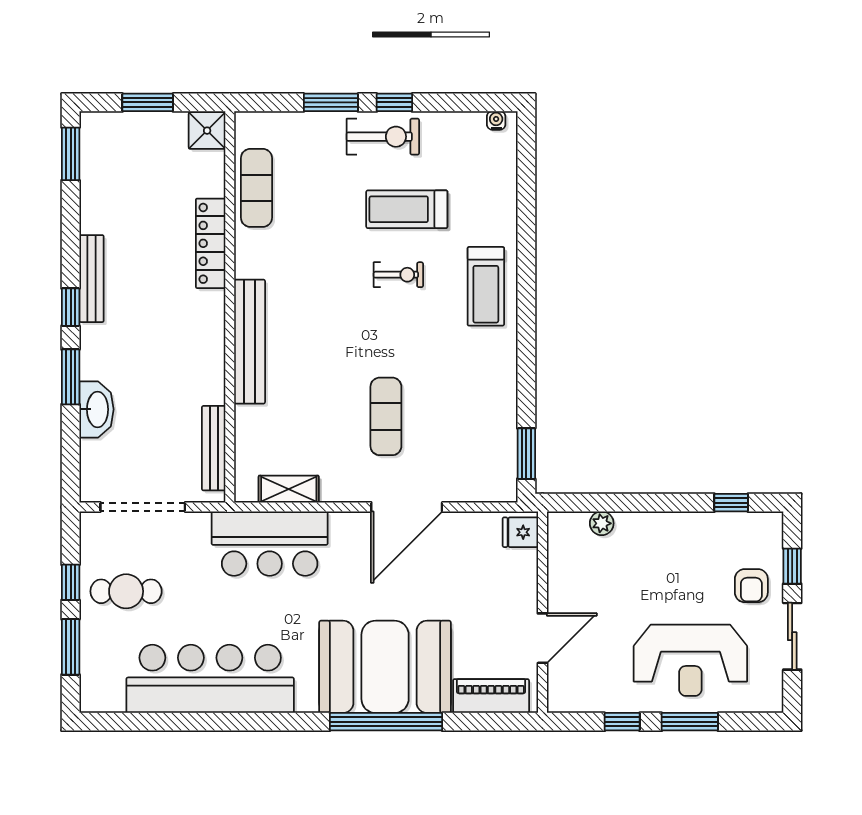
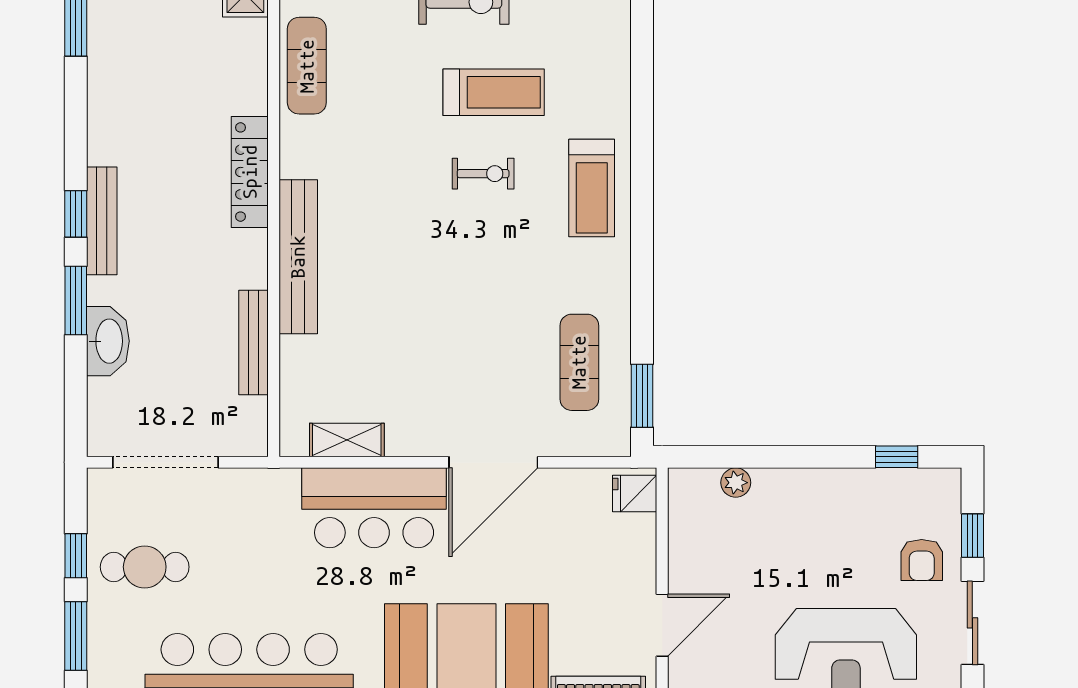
treadmill: (407, 209) -> (494, 92), turned 180
locker: (211, 243) -> (250, 172), moved
bench: (92, 279) -> (102, 221), moved
exercise mat: (386, 416) -> (579, 362), moved
bench: (214, 448) -> (253, 342), moved
bar counter: (270, 544) -> (374, 508), moved

